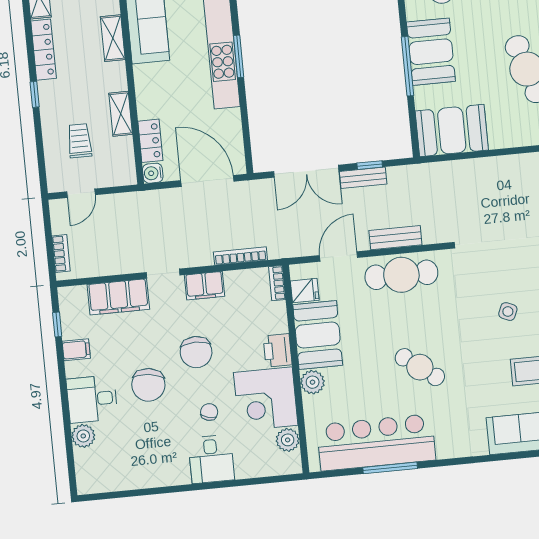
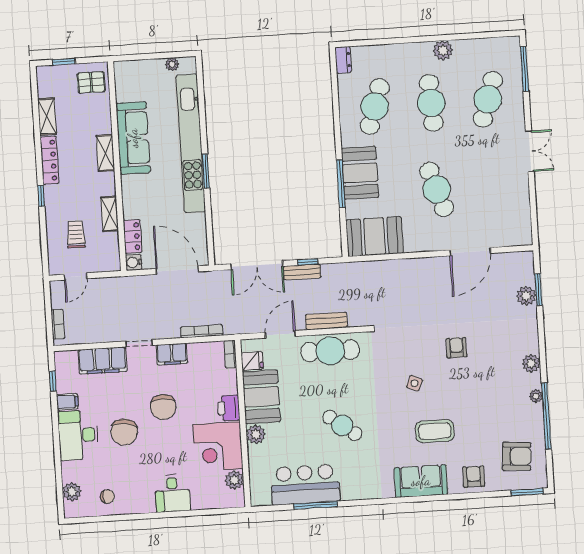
desk: (92, 399) -> (78, 435), width x1.37
chair: (209, 412) -> (107, 497), moved, turned 76
plant: (83, 436) -> (72, 492), moved
bar counter: (376, 442) -> (305, 484), width x0.73

